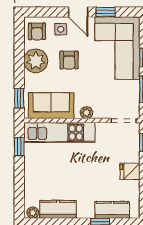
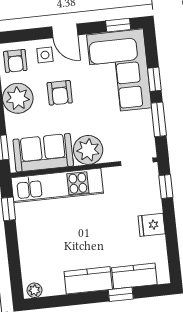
window: (106, 12) -> (118, 25), moved
plant: (87, 113) -> (88, 150), width x1.87, depth x1.87
kitchen counter: (58, 209) -> (88, 280), moved

